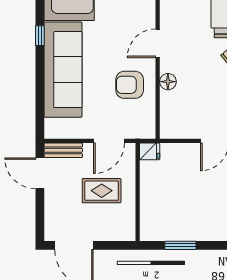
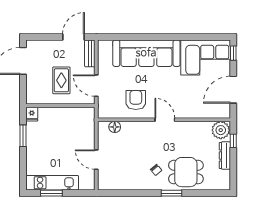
window: (40, 36) -> (170, 37), removed
floor lamp: (168, 82) -> (115, 127), moved
fridge: (150, 151) -> (32, 114), moved

